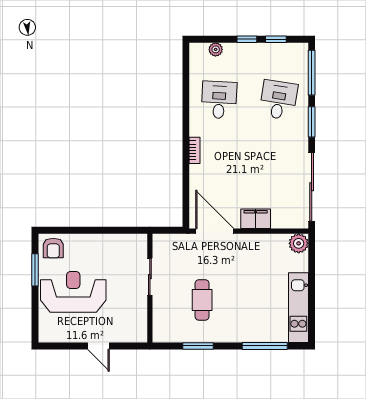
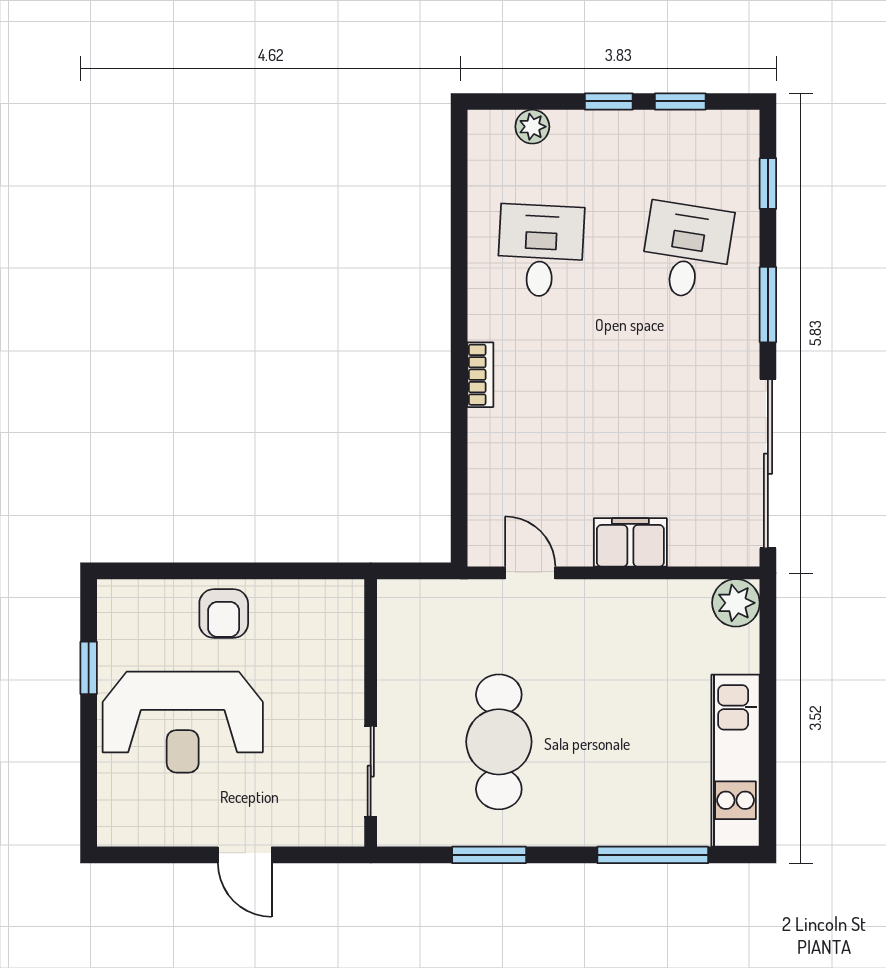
window: (312, 73) -> (768, 183), width x0.46
door: (215, 231) -> (530, 573), width x0.53
armchair: (53, 248) -> (224, 614), moved
window: (35, 270) -> (89, 668), width x0.67
sliding door: (150, 277) -> (371, 771), moved
reception desk: (73, 292) -> (183, 722), turned 180
cafe table: (202, 300) -> (499, 742), width x1.37, depth x1.35

